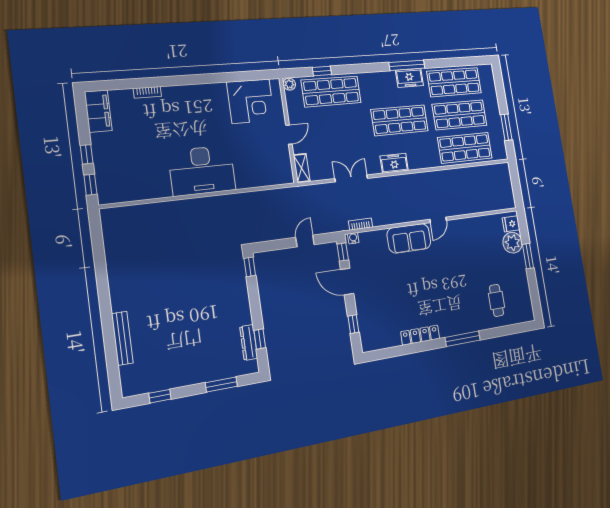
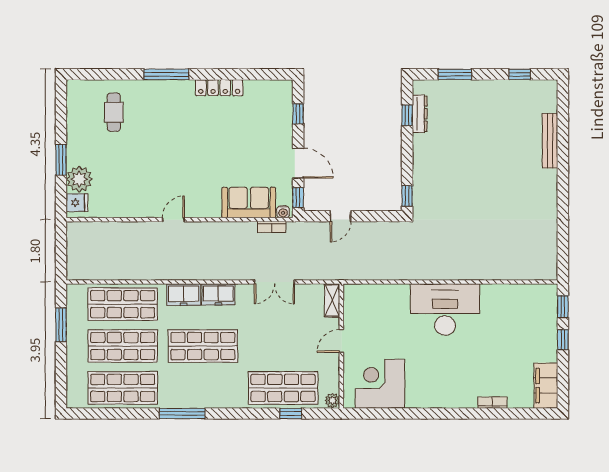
freezer: (409, 78) -> (184, 295), moved, turned 180
sofa: (409, 238) -> (249, 202), moved

